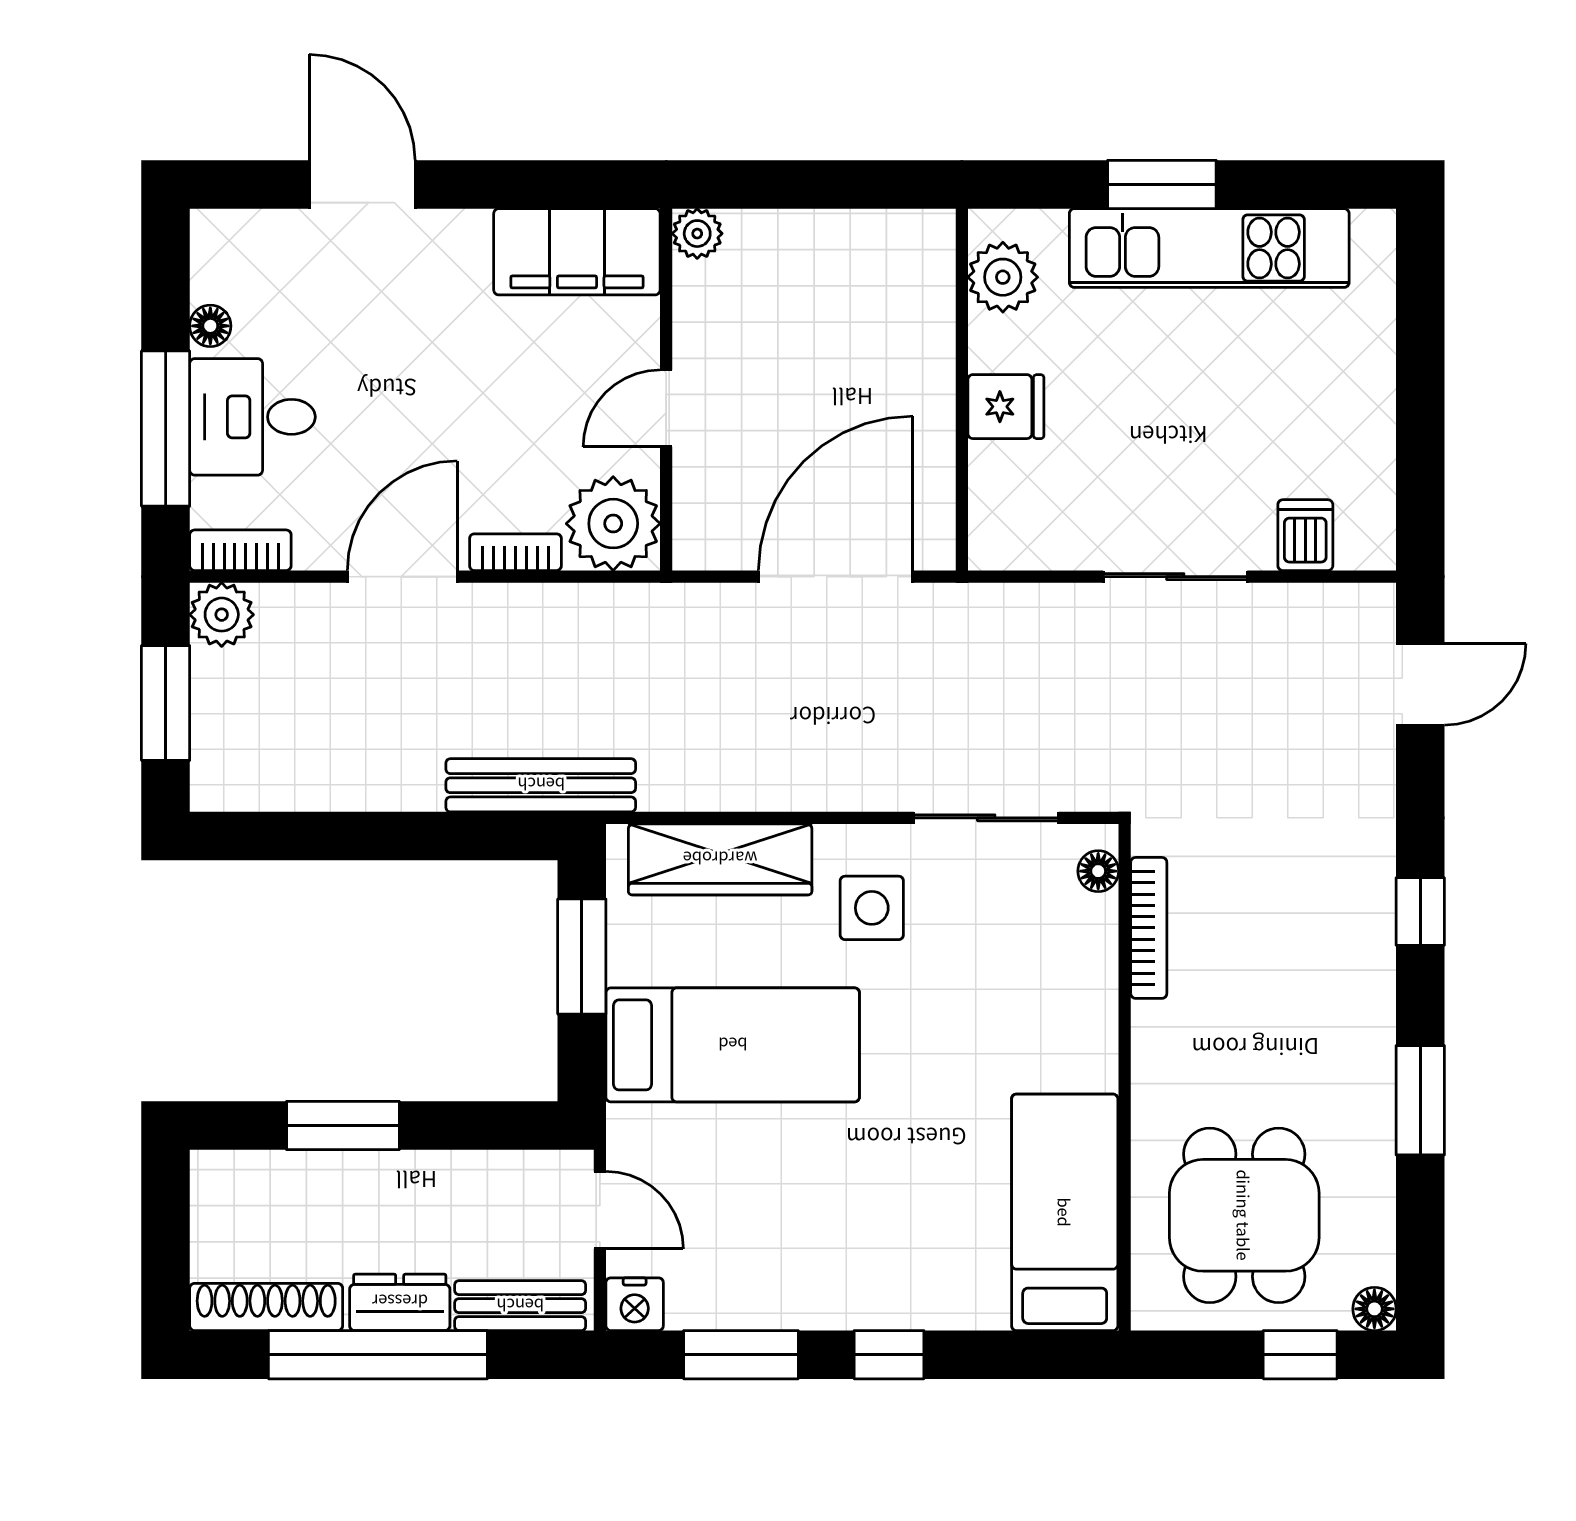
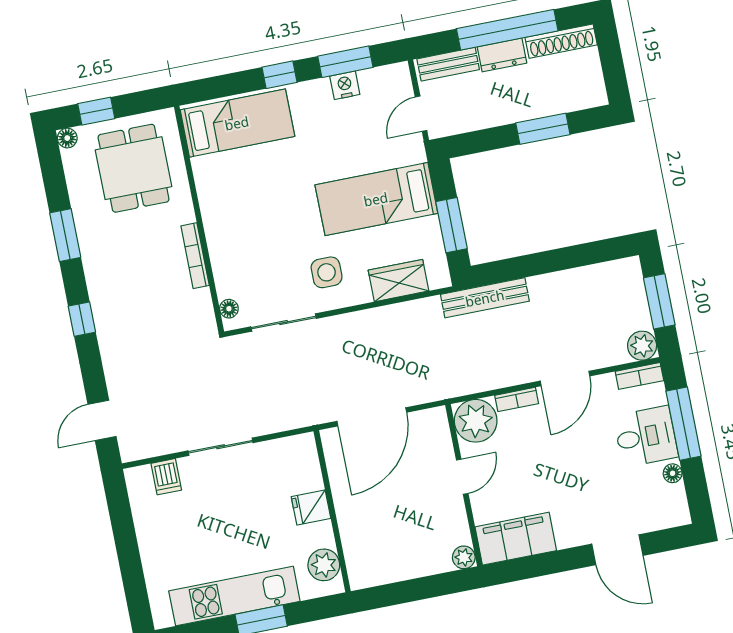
wardrobe: (720, 859) -> (398, 281), width x0.67
bookcase: (1149, 928) -> (195, 256), moved
door: (600, 1210) -> (421, 114), hinge flipped
bed: (1065, 1212) -> (237, 123), moved, turned -90
nightstand: (635, 1304) -> (345, 85), moved

